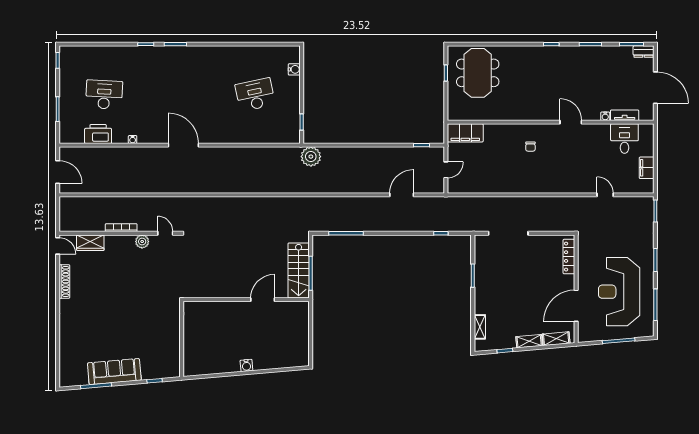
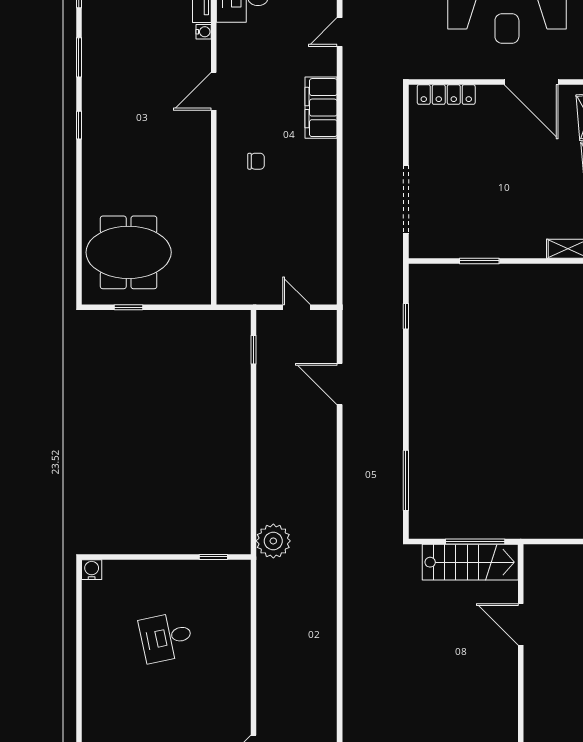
water cooler: (294, 69) -> (92, 570), moved
desk: (255, 95) -> (166, 637), width x0.73
filing cabinet: (465, 133) -> (321, 108), moved, turned 180

